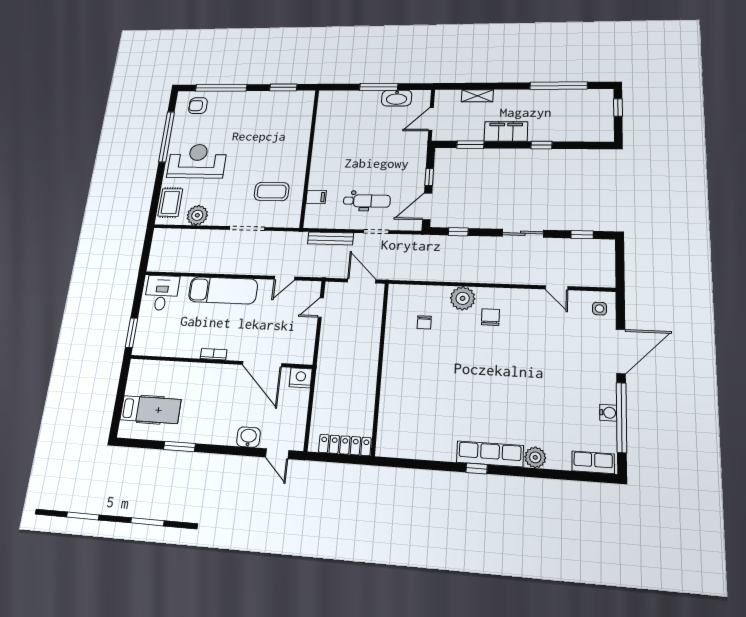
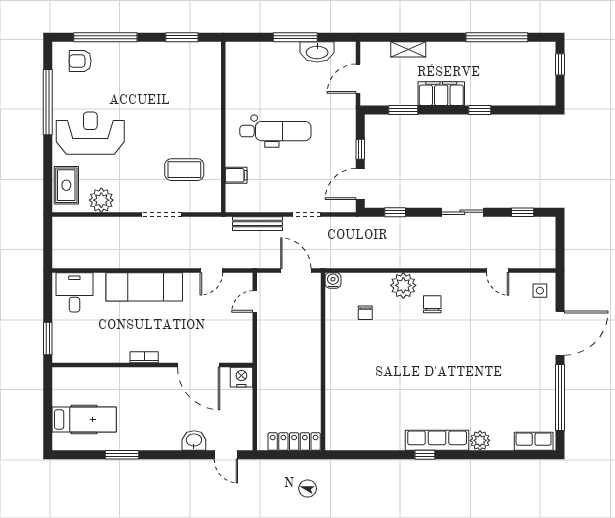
dental chair: (367, 201) -> (275, 131), moved, width x1.36, depth x1.38
water cooler: (608, 413) -> (333, 280), moved, turned -90

